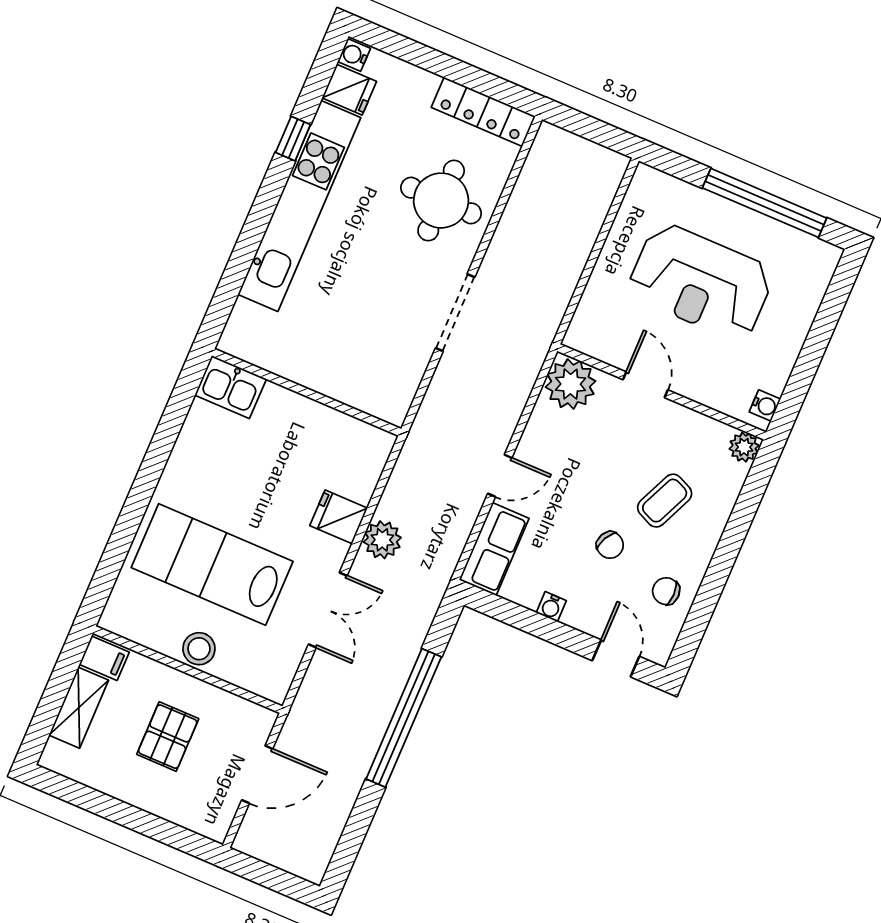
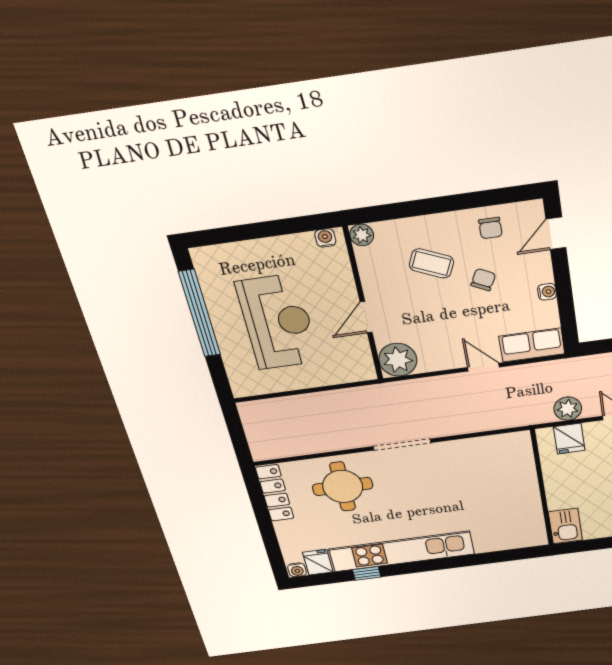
kitchen sink: (231, 387) -> (565, 526), moved
wall: (307, 392) -> (542, 489), moved

